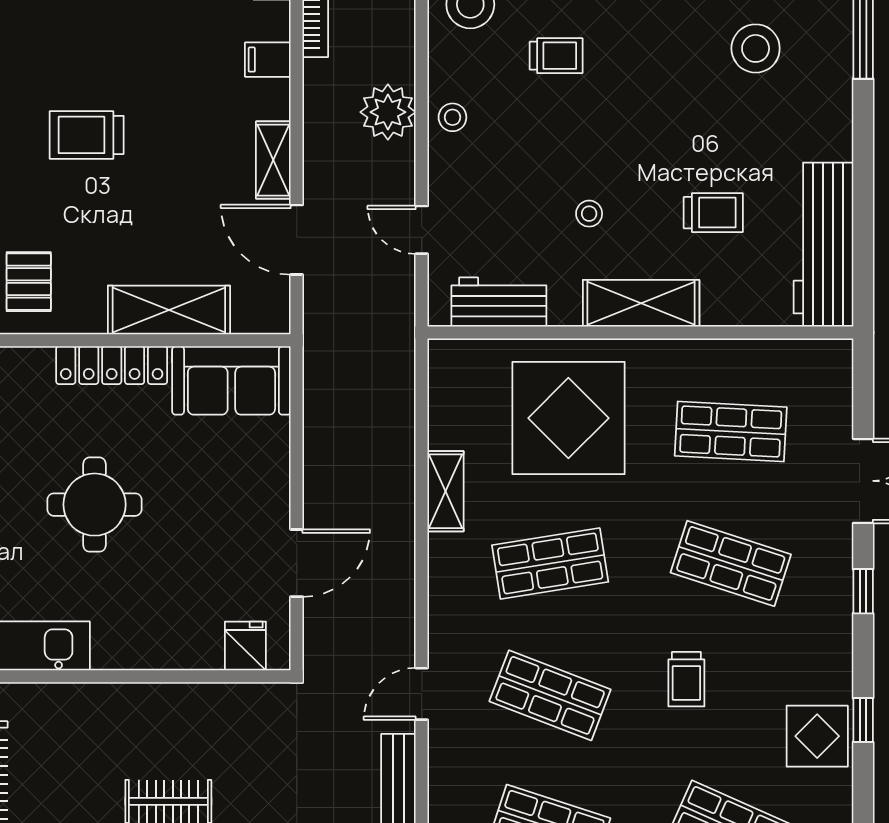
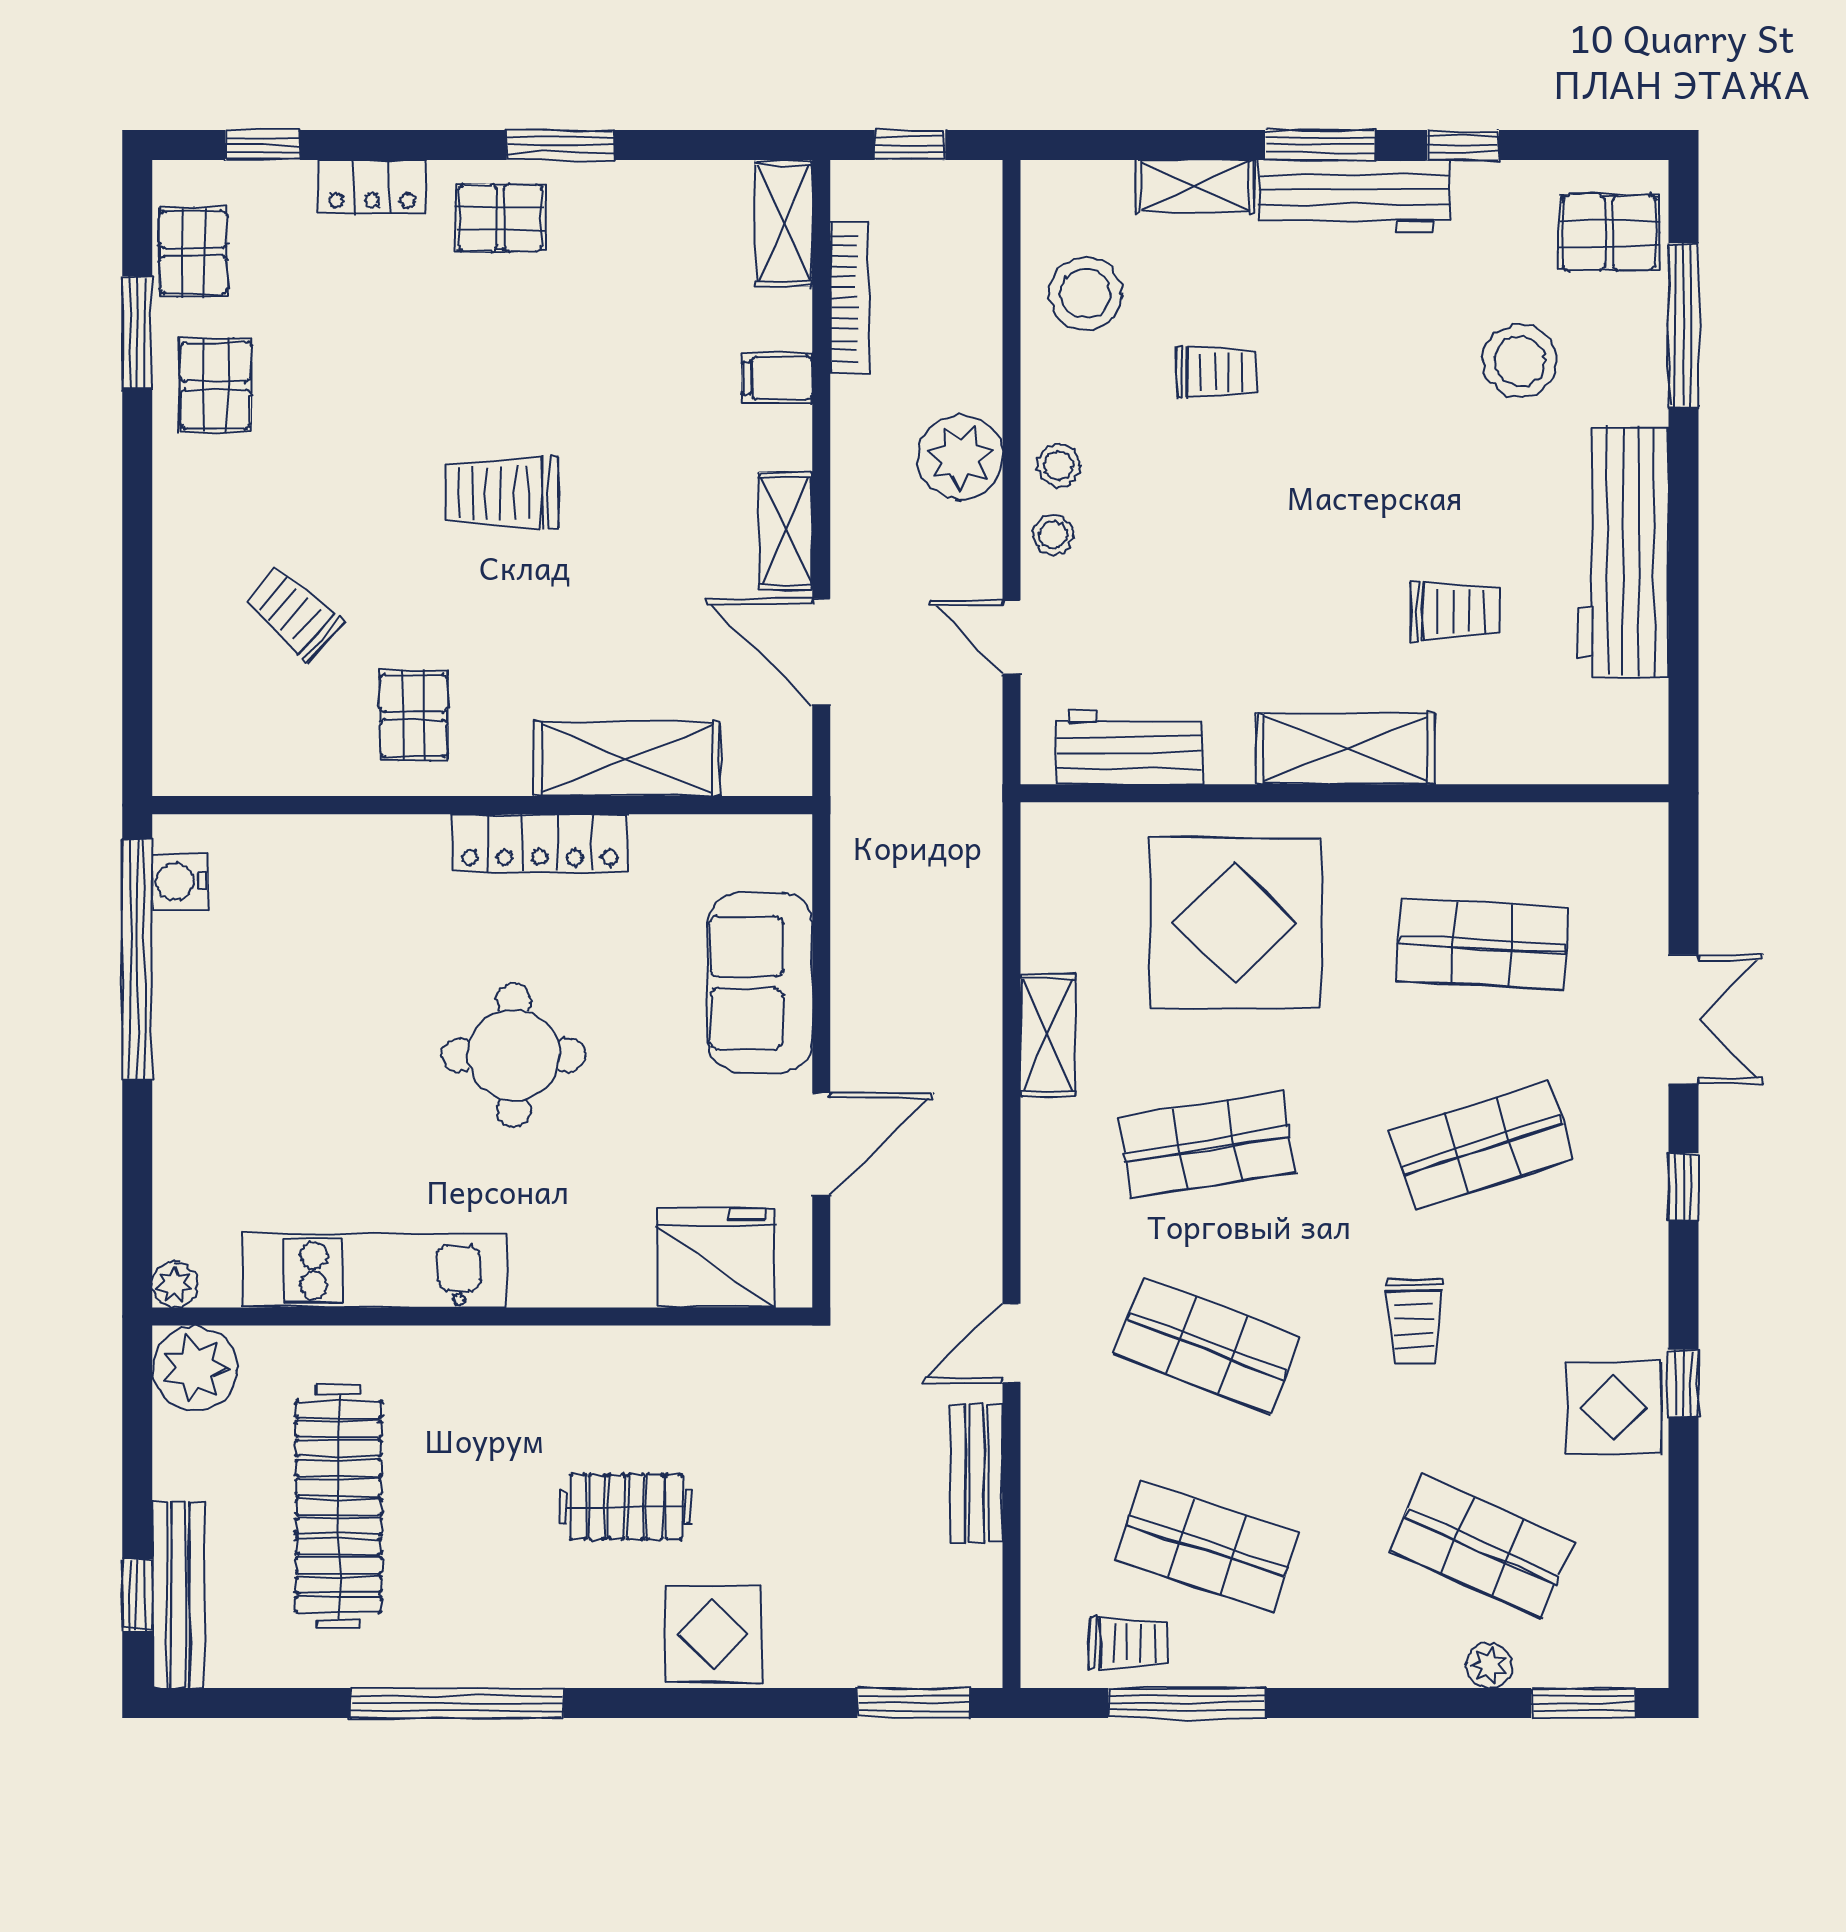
stool: (589, 214) -> (1053, 535), moved
workbench: (823, 245) -> (1623, 552), moved
sofa: (231, 380) -> (760, 983), moved, turned 90
shop shelf: (731, 563) -> (1482, 1145), turned -36
fridge: (245, 646) -> (716, 1258), width x1.88, depth x1.34

